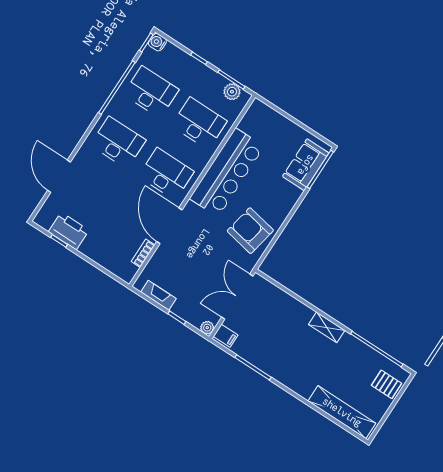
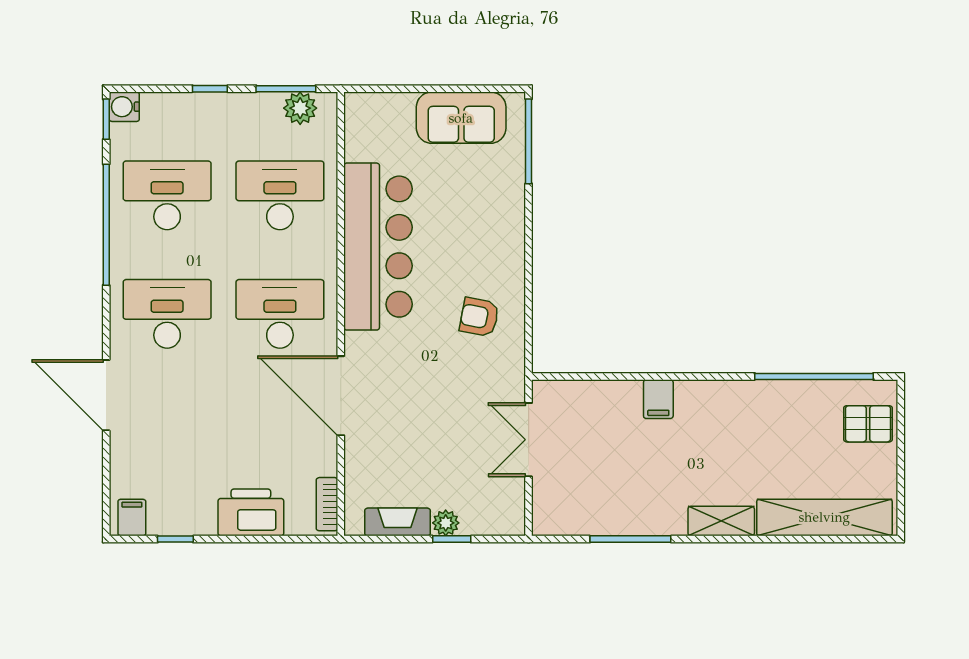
sofa: (306, 165) -> (461, 118), moved, turned -90
door: (59, 176) -> (106, 395), moved
filing cabinet: (46, 220) -> (132, 518), added
printer: (69, 231) -> (251, 512), moved
armchair: (250, 231) -> (479, 317), width x0.53, depth x0.53
bookcase: (143, 253) -> (327, 504), moved
double door: (237, 297) -> (529, 440), width x0.73
shelving: (327, 327) -> (721, 521), moved
plant: (207, 328) -> (446, 523), moved
filing cabinet: (226, 336) -> (658, 399), moved, turned 90

